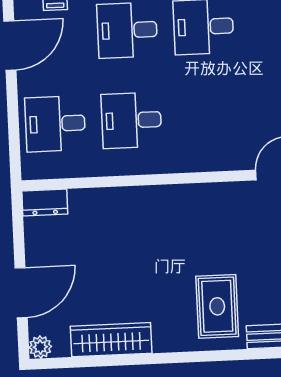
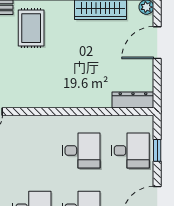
window: (14, 126) -> (157, 150), added
dresser: (45, 203) -> (133, 100), width x1.44

